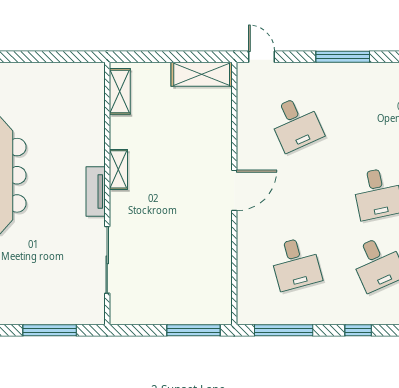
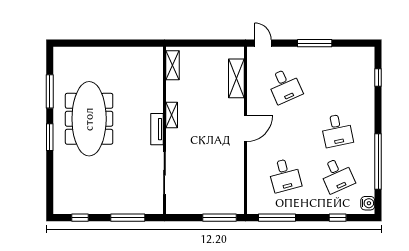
shelving: (202, 74) -> (236, 78), moved, turned 90
window: (358, 330) -> (338, 218), moved

